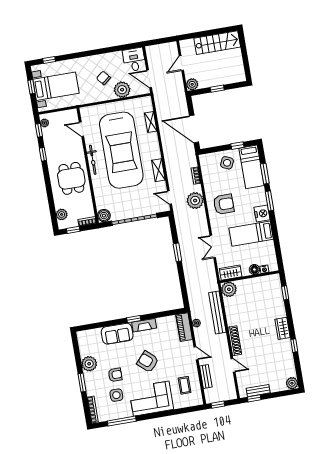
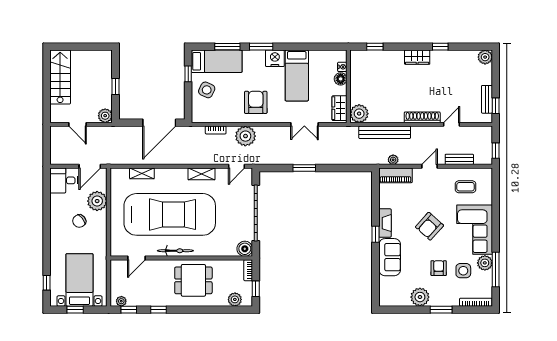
plant: (126, 411) -> (485, 263), added

